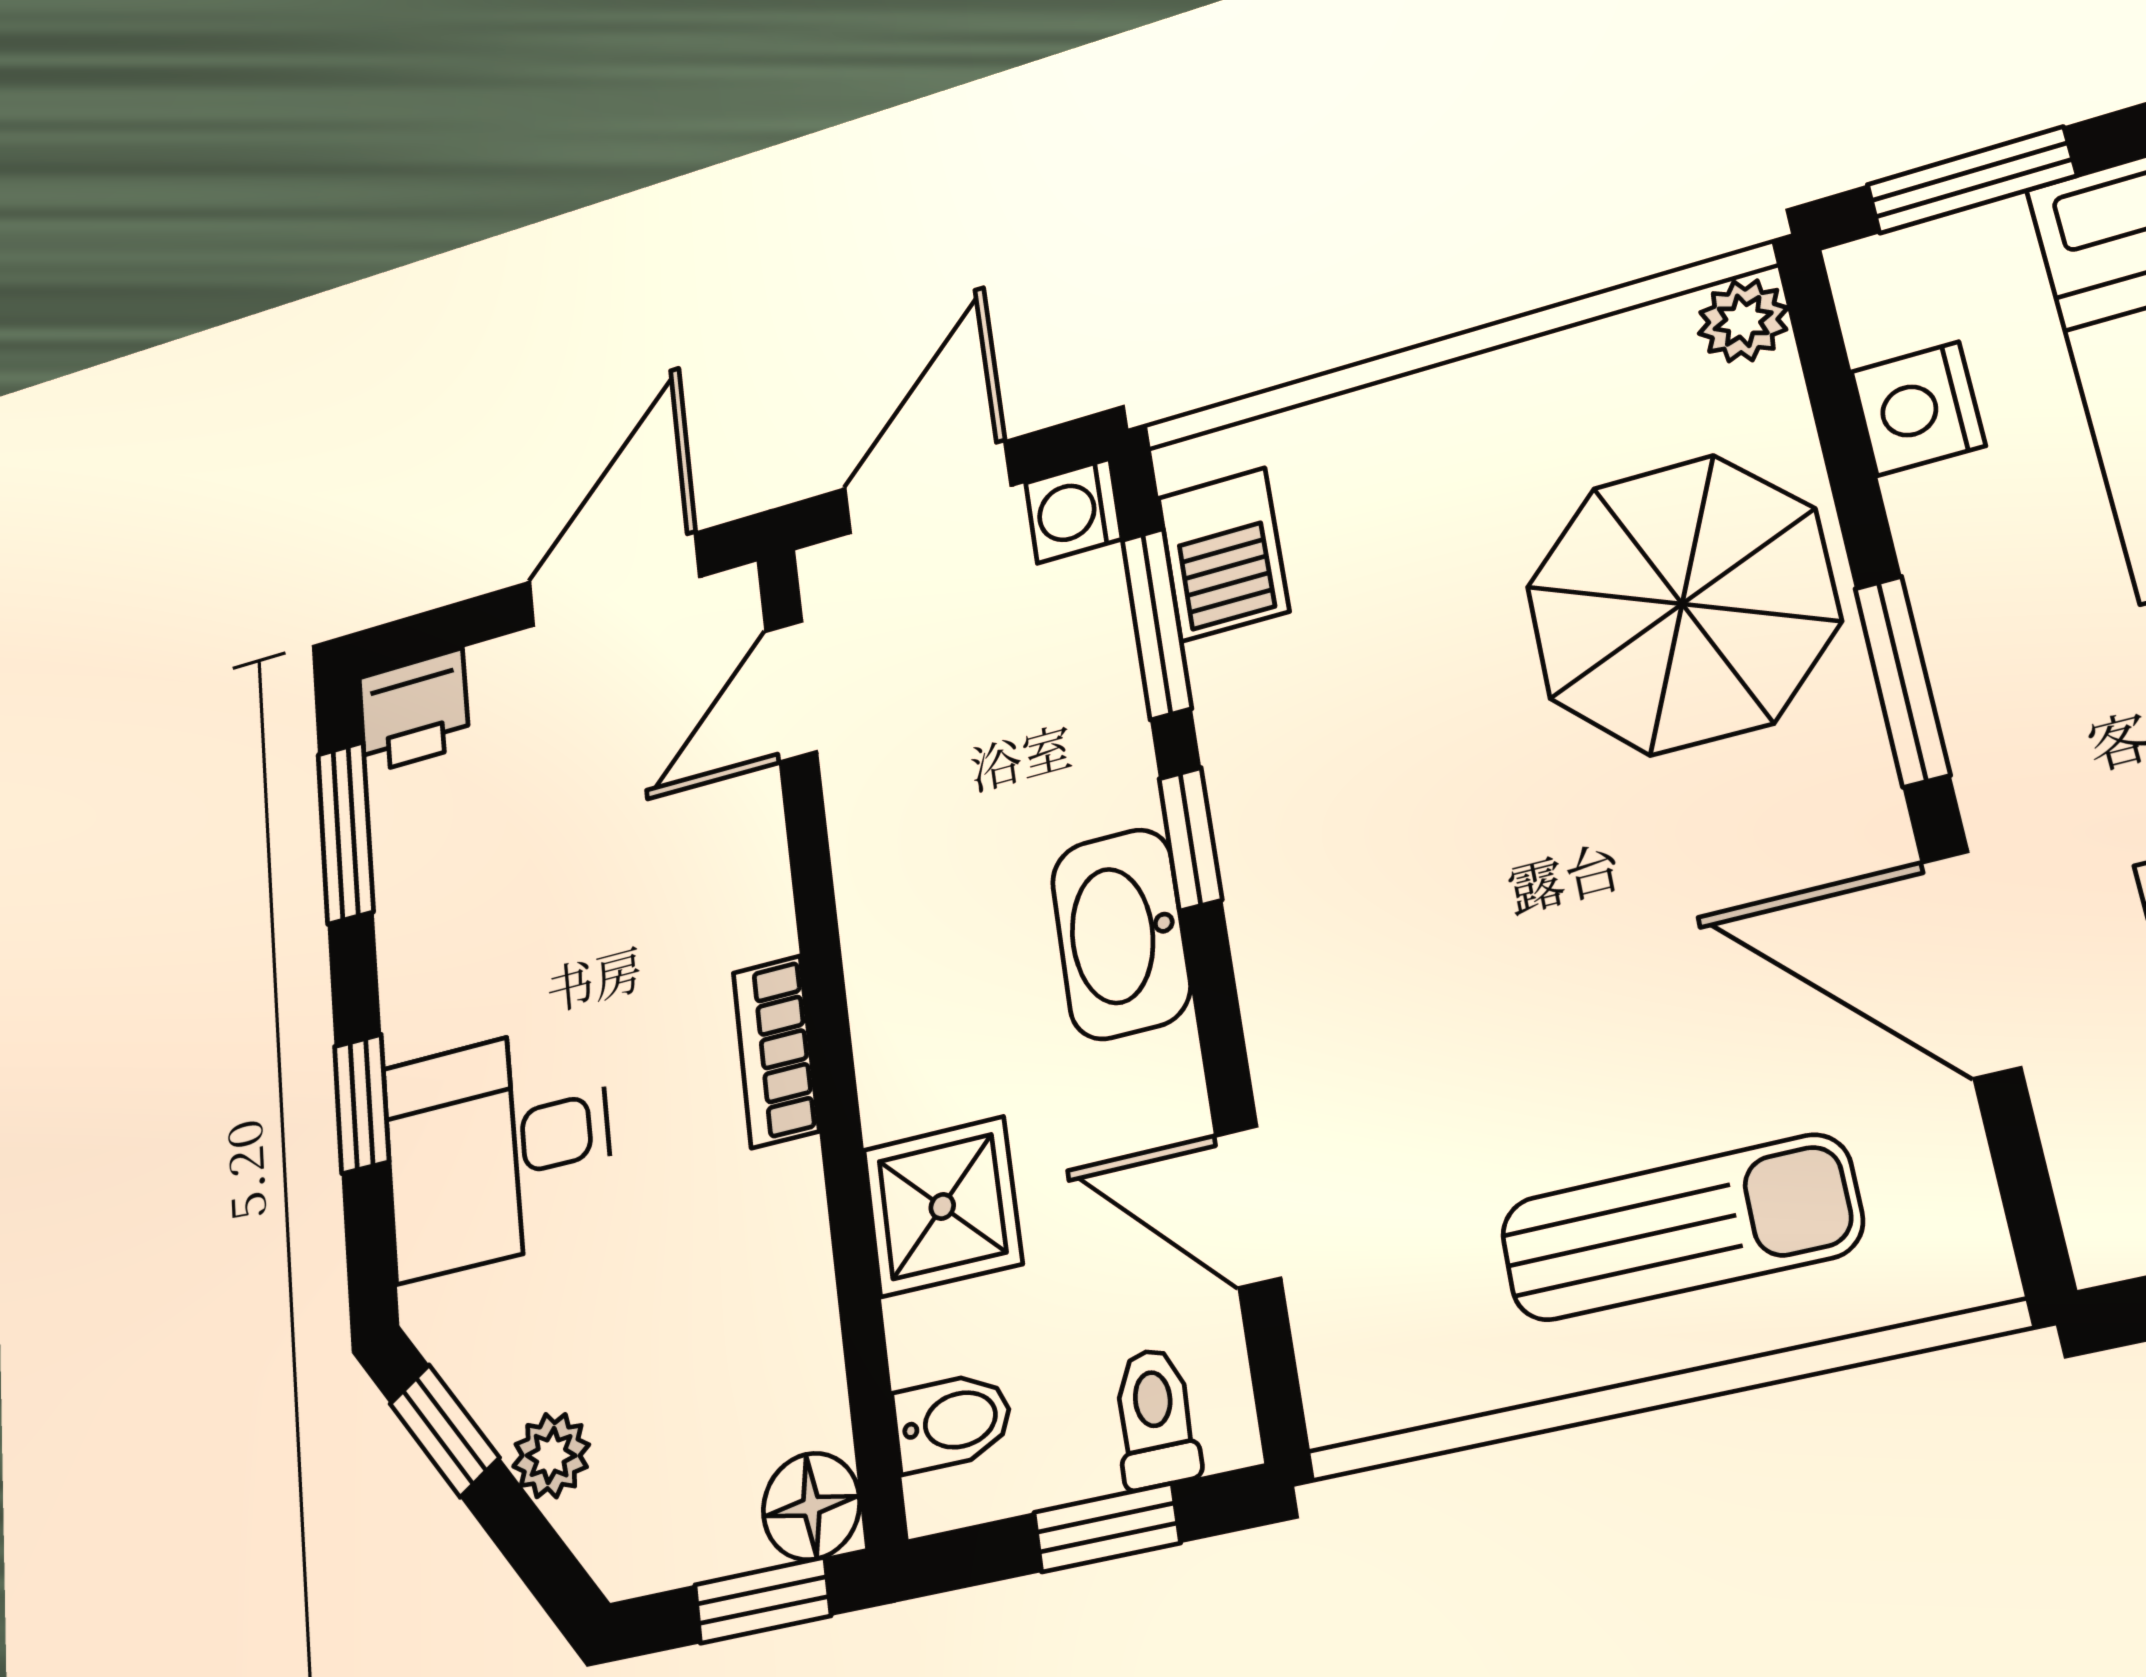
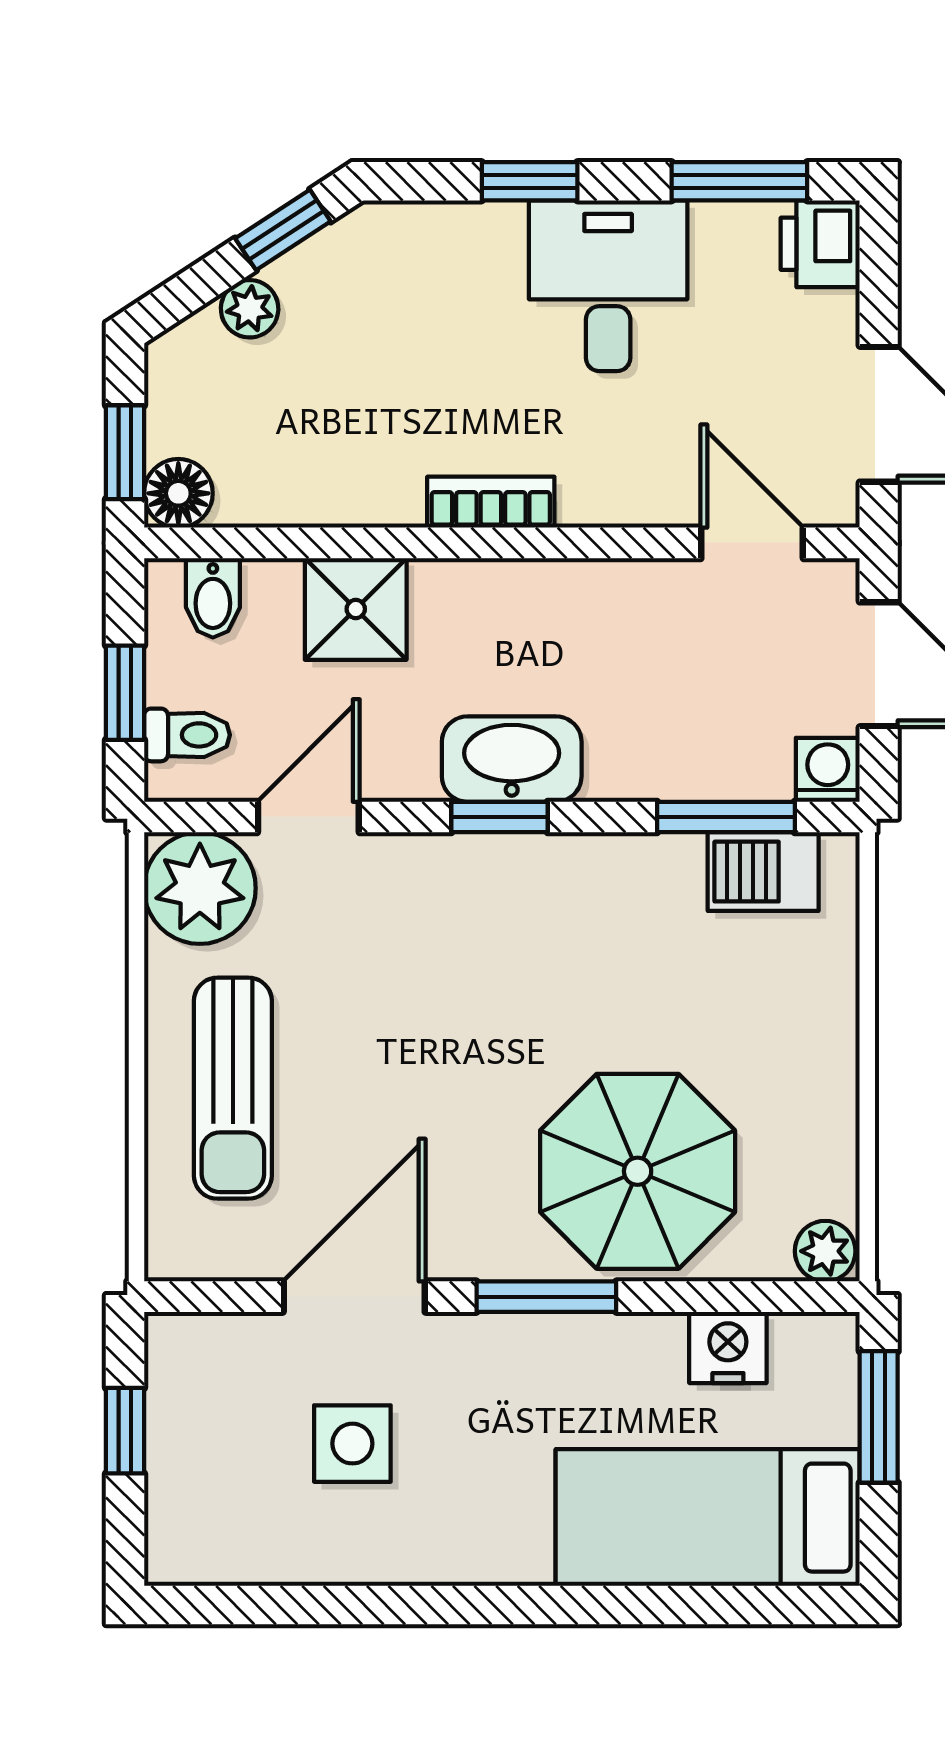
window: (1190, 839) -> (499, 817), moved
desk: (497, 1149) -> (608, 286), moved
plant: (1381, 1348) -> (200, 888), added

